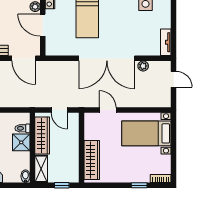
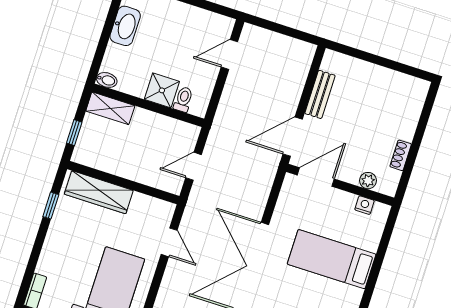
door: (43, 25) -> (316, 177), moved
door: (108, 110) -> (169, 242), hinge flipped
wardrobe: (42, 135) -> (162, 127), removed
window: (139, 185) -> (51, 206), moved

